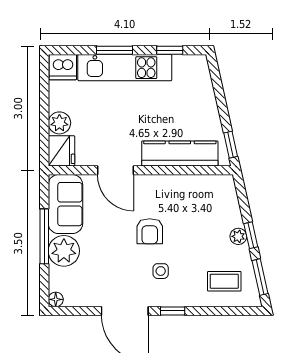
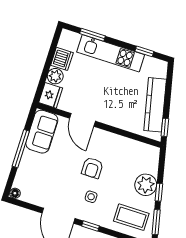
window: (114, 50) -> (93, 35), moved
dishwasher: (63, 67) -> (62, 59), moved, turned -90
kitchen counter: (180, 154) -> (155, 105), moved, turned -103
plant: (238, 236) -> (146, 185), width x1.87, depth x1.87
plant: (64, 251) -> (31, 163), removed
coffee table: (224, 281) -> (131, 217), width x1.36, depth x1.30

